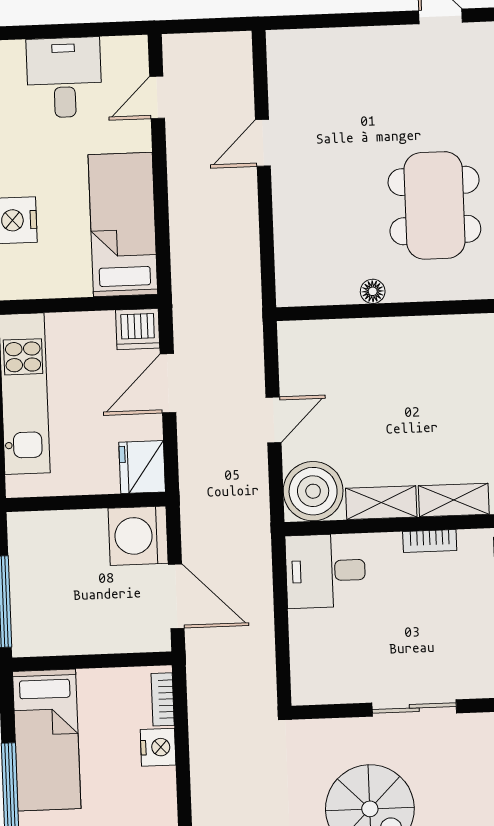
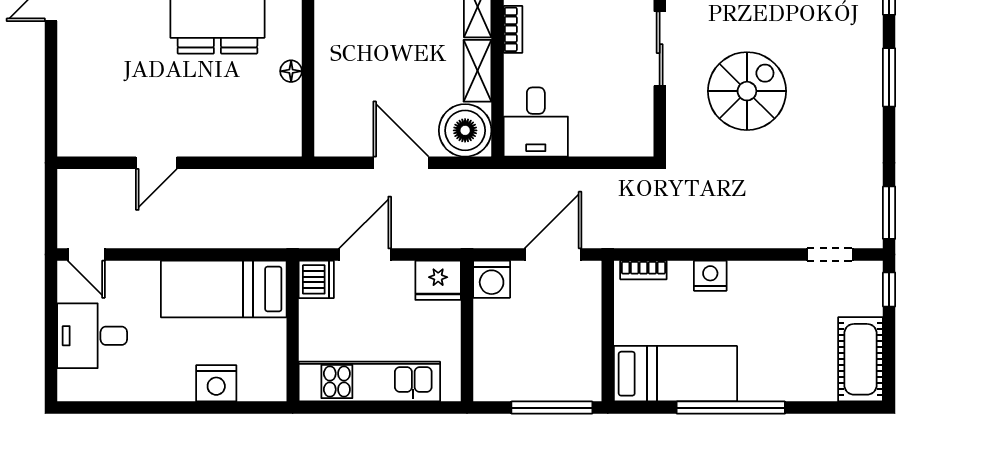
door: (157, 97) -> (86, 255), moved
door: (263, 143) -> (156, 163), hinge flipped
door: (168, 383) -> (365, 255), swing flipped
door: (274, 420) -> (401, 163), width x1.38
washing machine: (138, 536) -> (492, 279), width x0.73, depth x0.73
nightstand: (158, 747) -> (710, 276), moved

